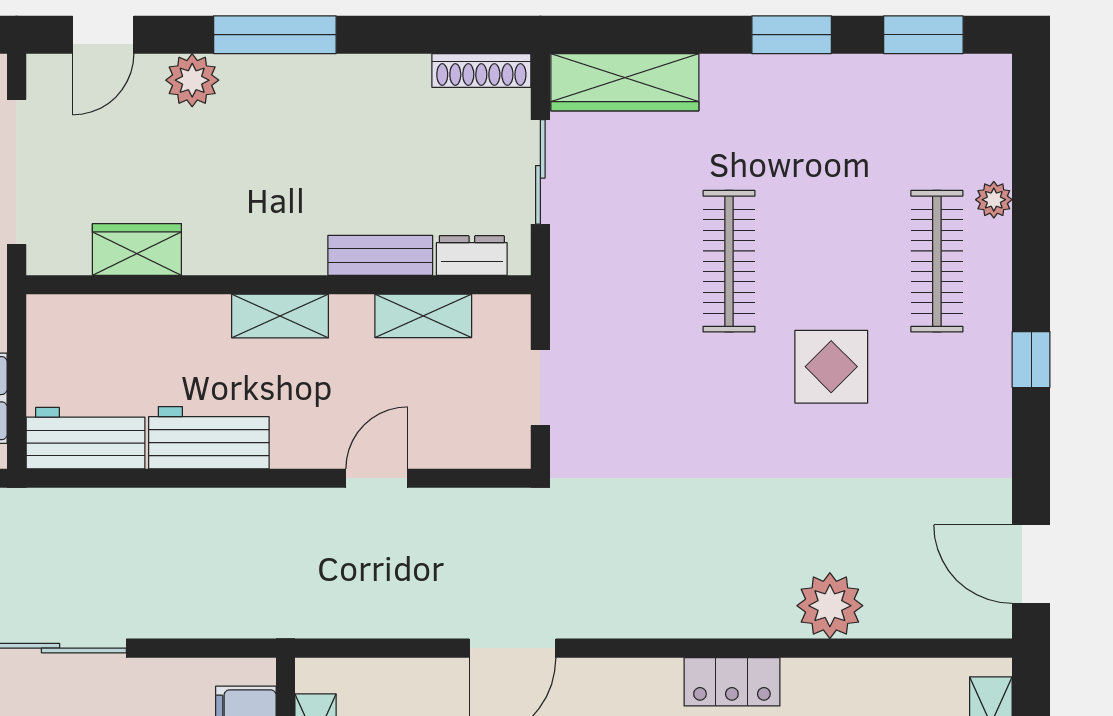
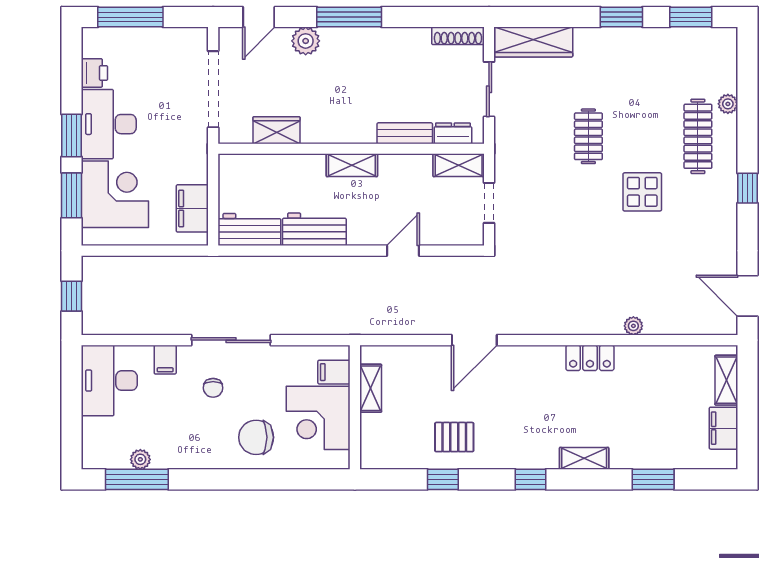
clothes rail: (729, 261) -> (588, 136), width x0.73
shelving: (423, 316) -> (459, 165), moved
plant: (830, 606) -> (633, 326), width x0.53, depth x0.53

